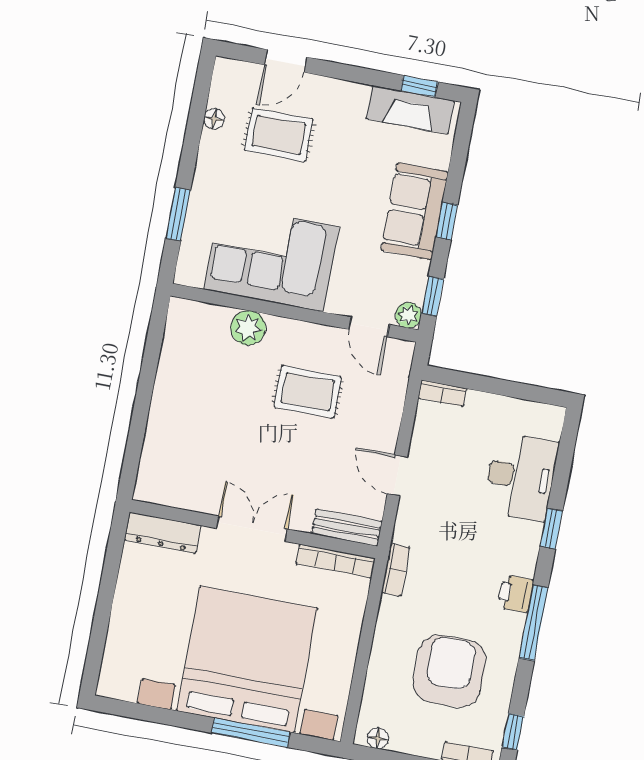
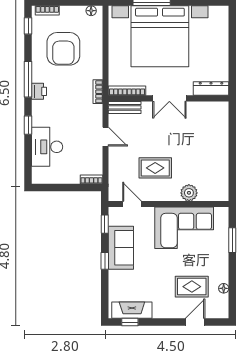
sofa: (415, 211) -> (121, 248), moved
plant: (408, 315) -> (115, 213), removed

